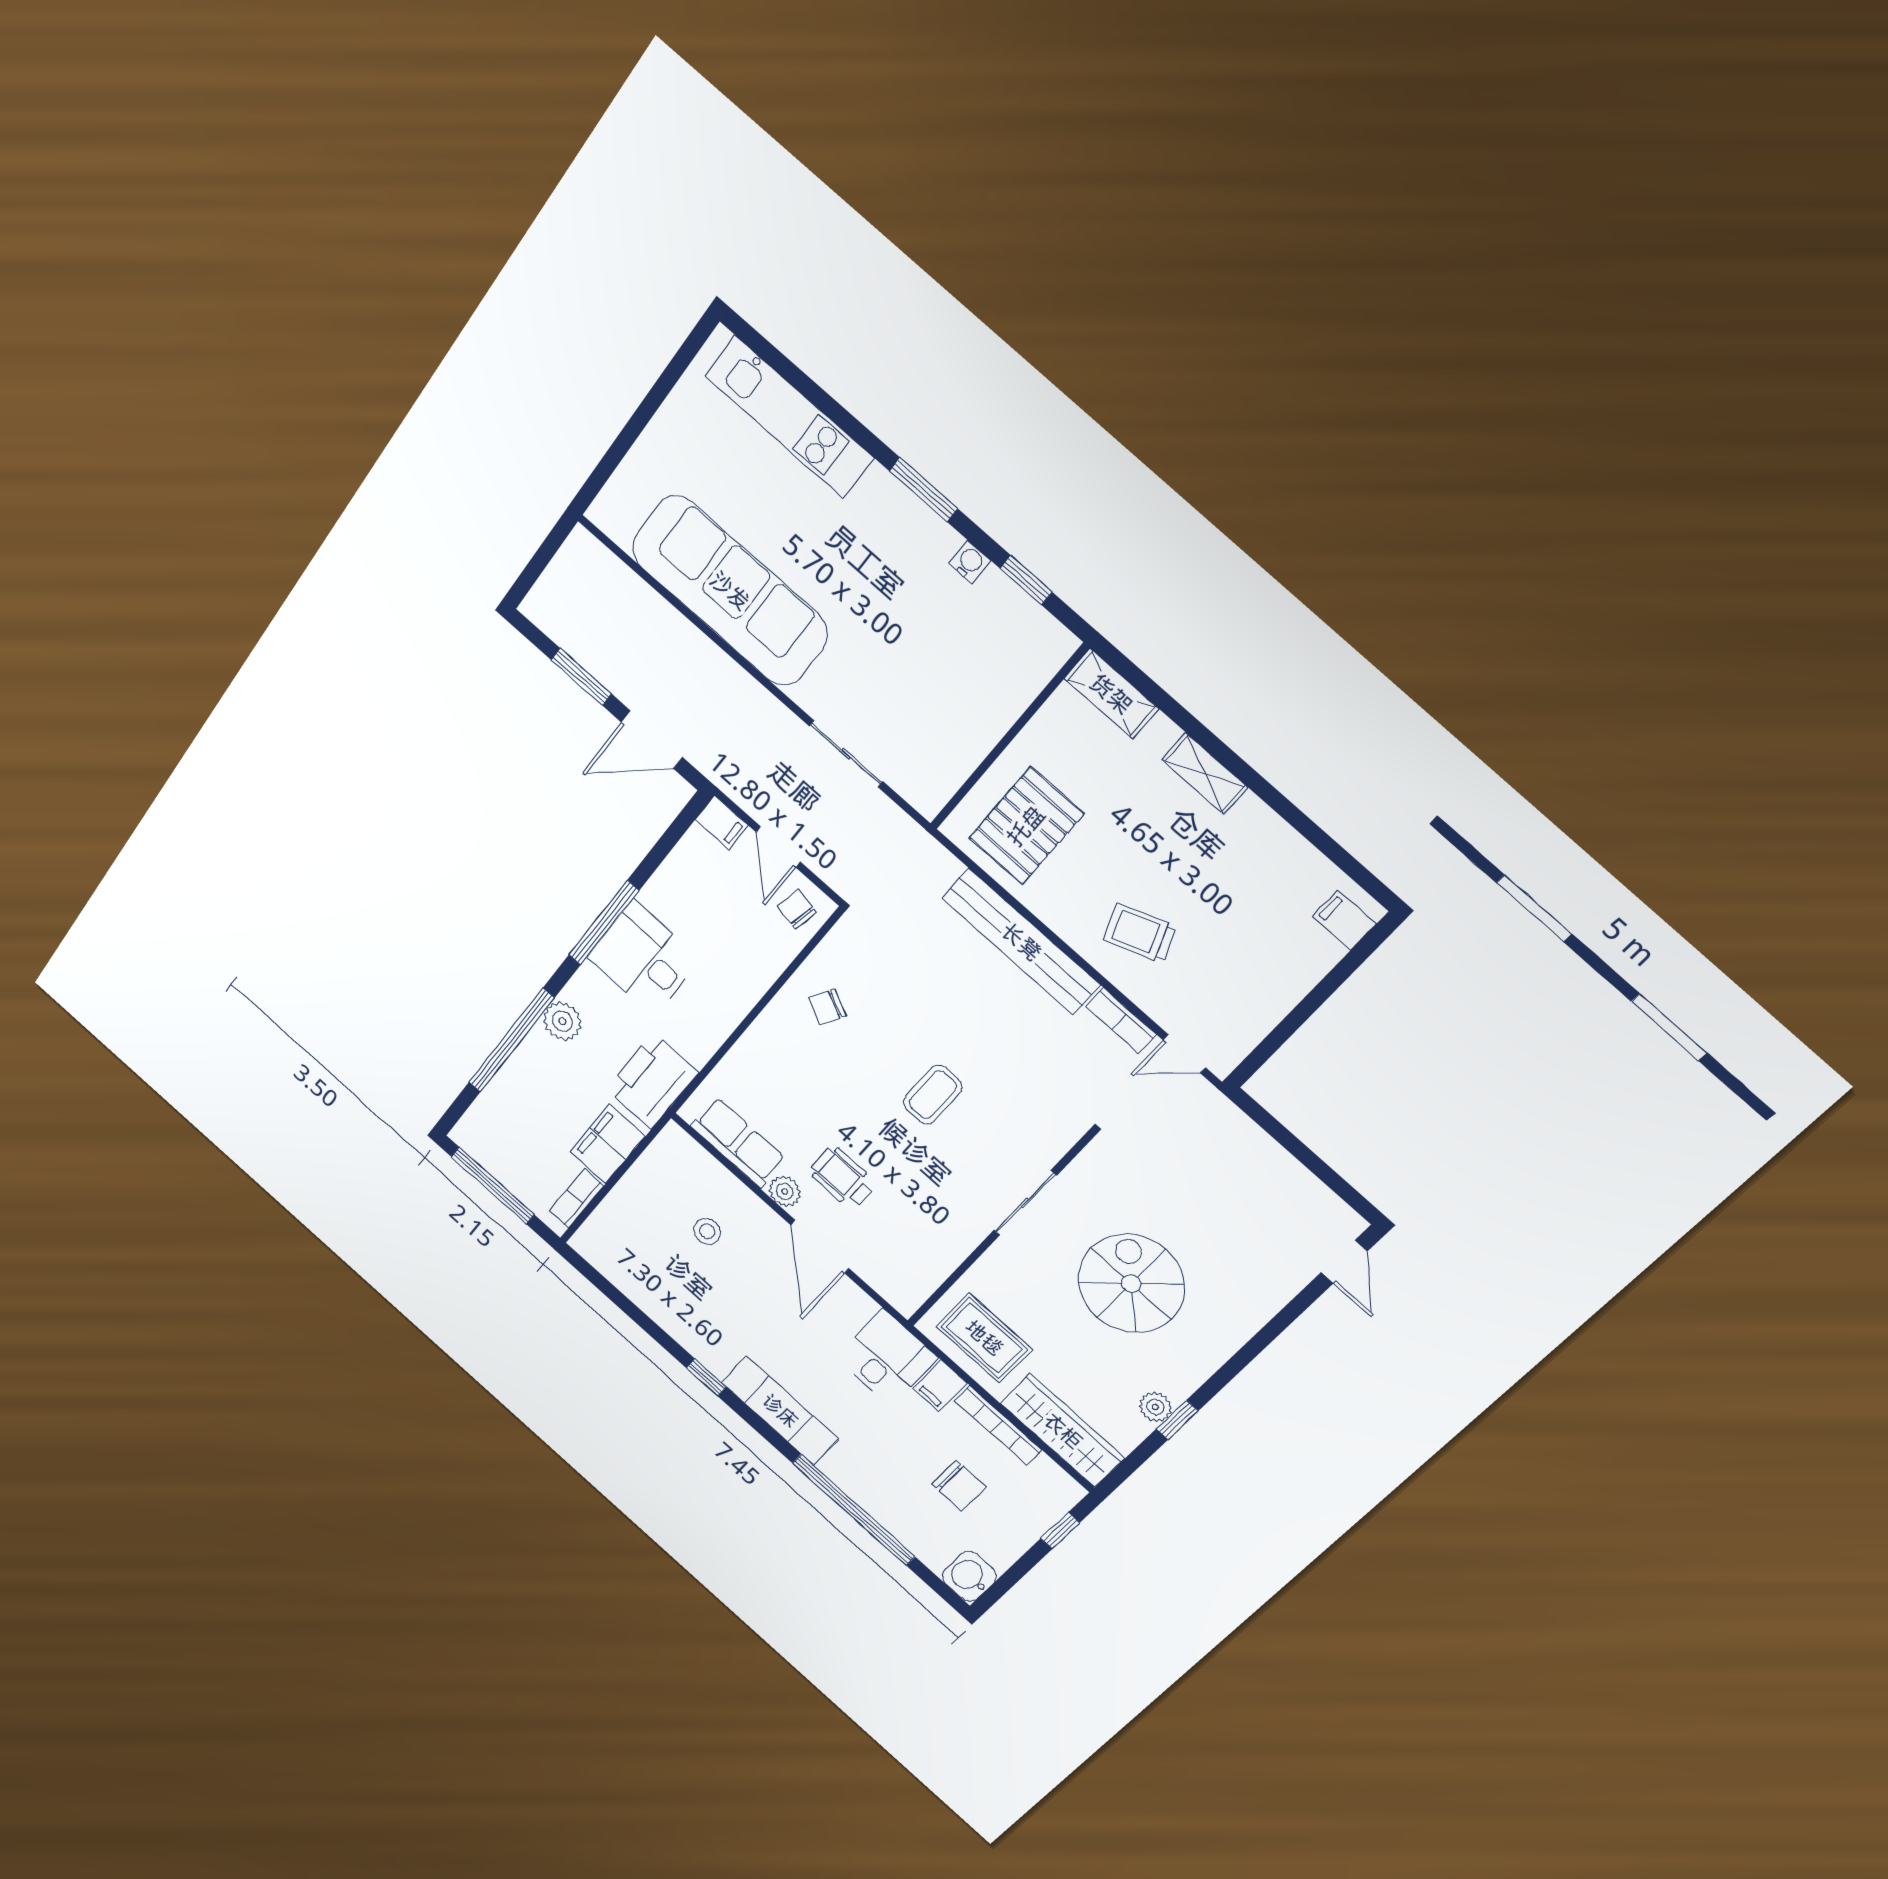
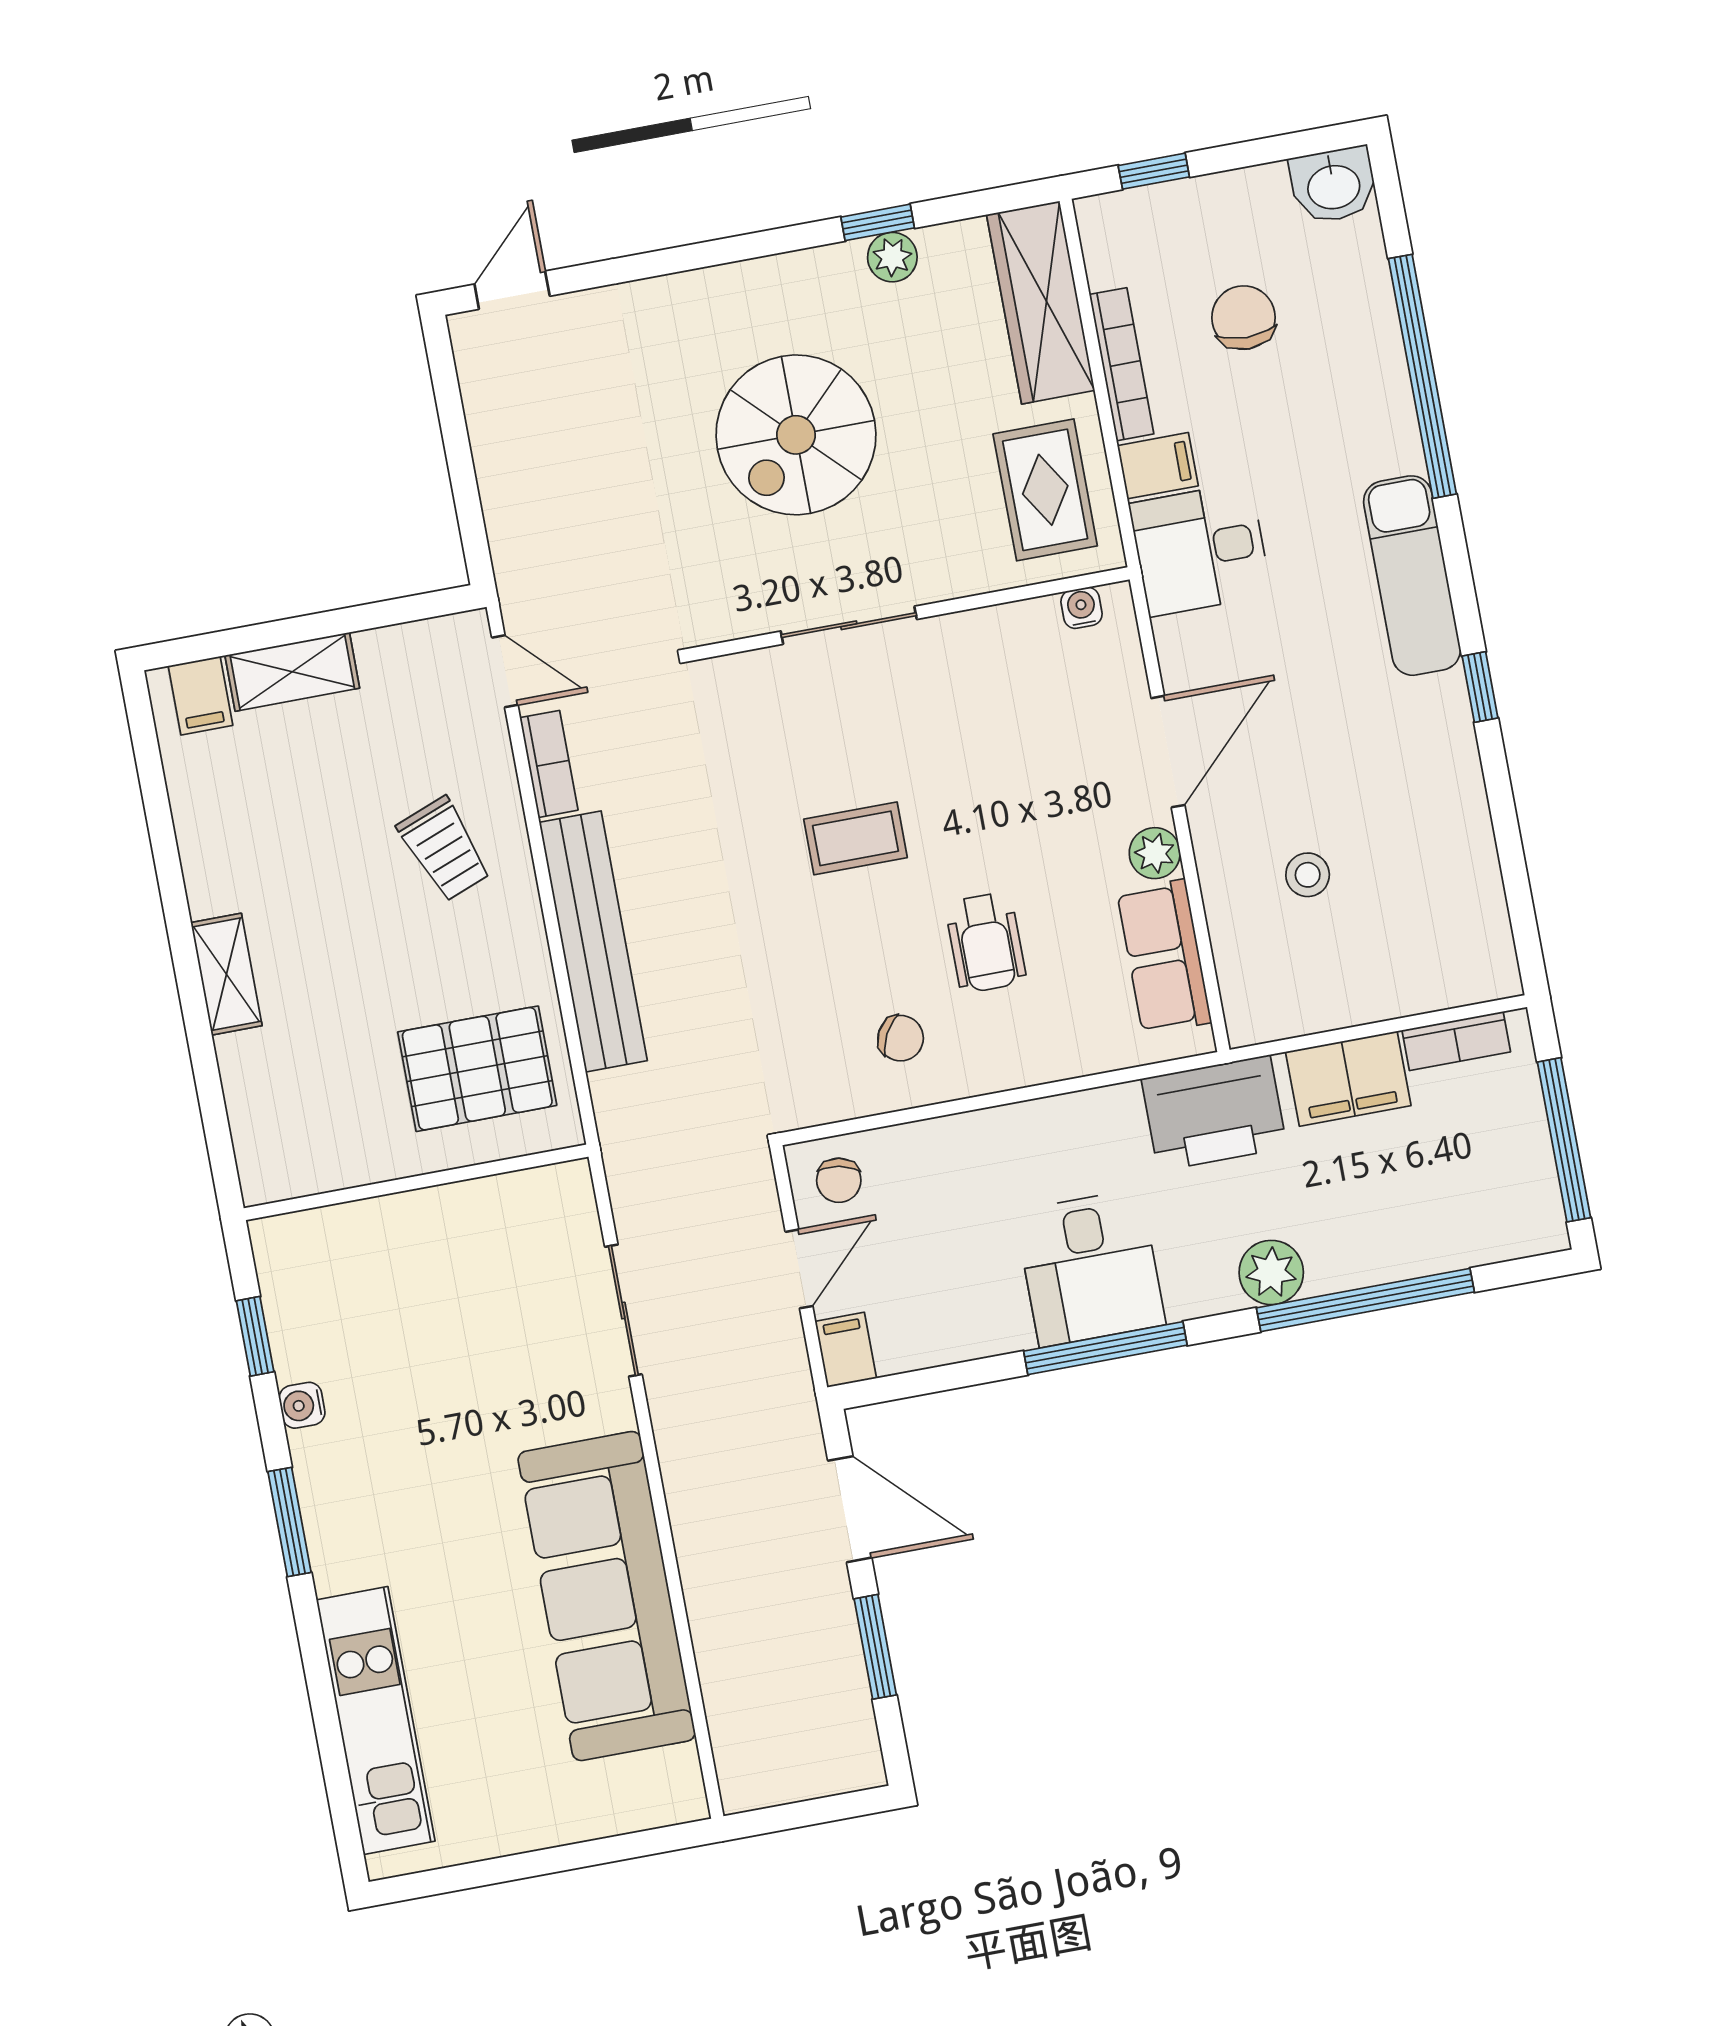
shelving: (1111, 694) -> (292, 672), moved, turned 90
wheelchair: (843, 1178) -> (986, 942), moved
water cooler: (919, 1290) -> (1081, 608), added

